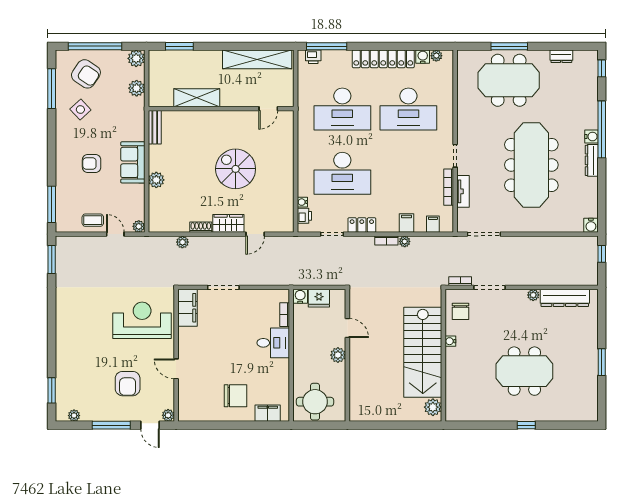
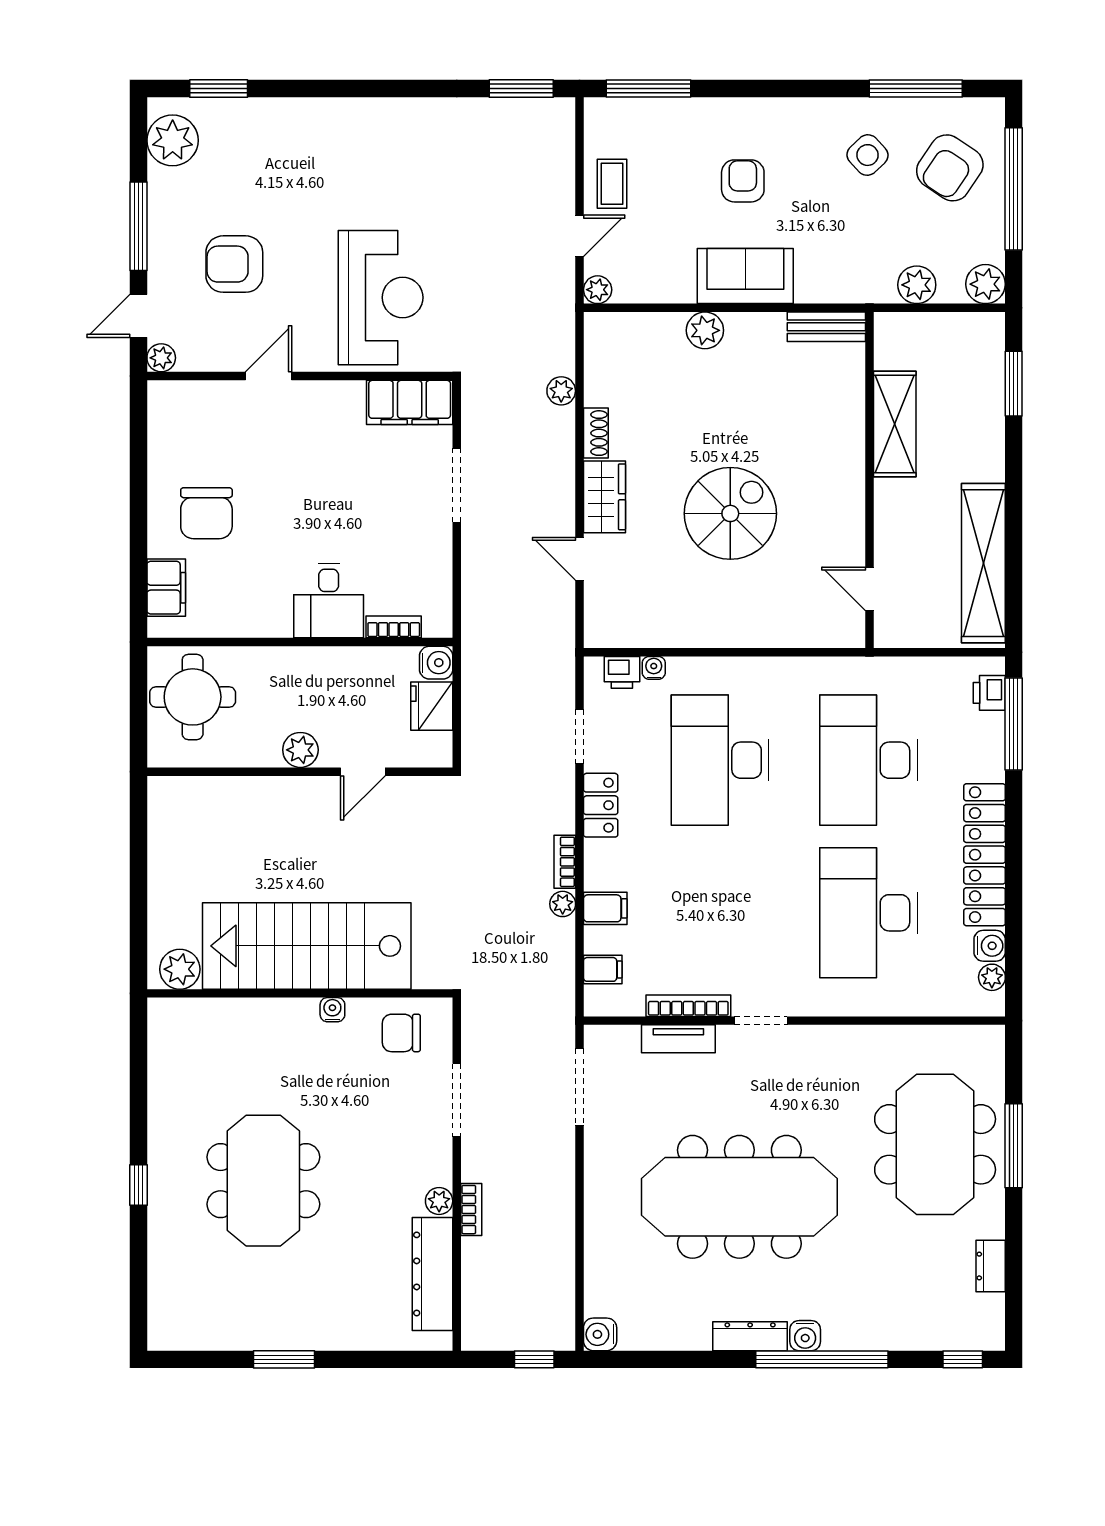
bookcase: (460, 281) -> (471, 1210), moved
plant: (74, 416) -> (173, 140), width x1.87, depth x1.87

